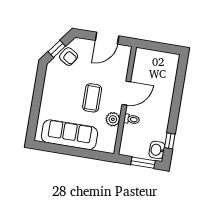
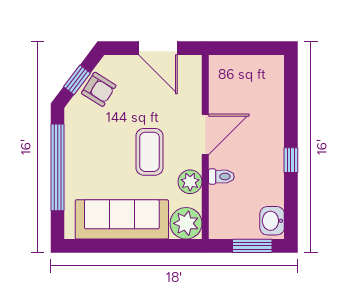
door: (107, 38) -> (158, 48), hinge flipped
window: (37, 98) -> (58, 167), added
window: (170, 141) -> (291, 160), moved
plant: (107, 143) -> (186, 223), added

